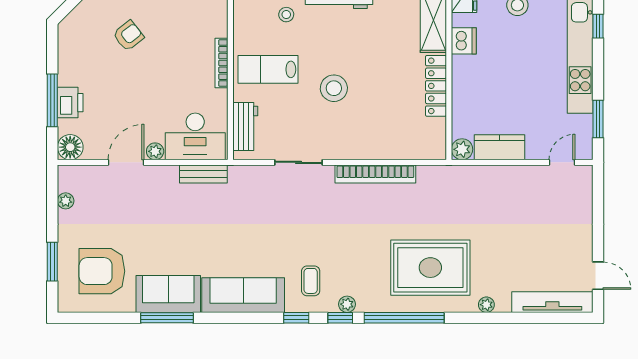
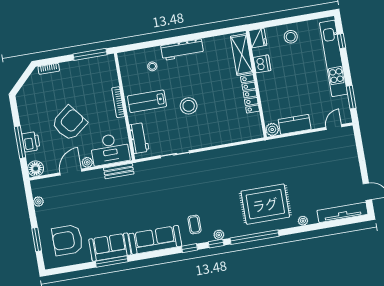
armchair: (128, 36) -> (69, 123), moved, width x1.88, depth x1.88
bookcase: (375, 174) -> (222, 153), removed

